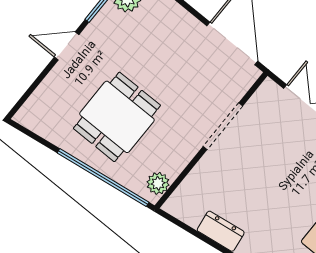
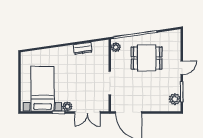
dining table: (117, 117) -> (147, 58), turned 90

